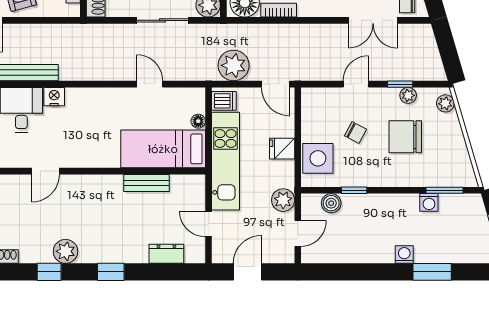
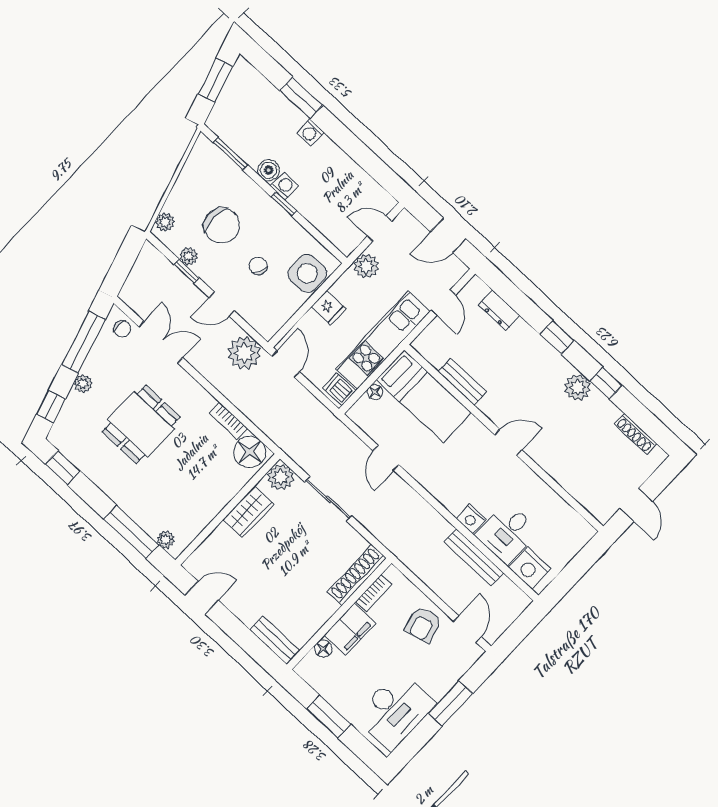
plant: (234, 65) -> (244, 353), moved
door: (45, 171) -> (508, 442), moved
window: (354, 190) -> (284, 204), moved
washing machine: (429, 202) -> (284, 186), moved
boiler: (331, 203) -> (269, 170), moved

